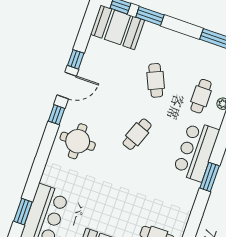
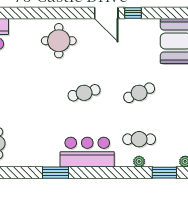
window: (57, 115) -> (76, 13), removed
cafe table: (137, 134) -> (84, 93), turned -36
window: (210, 177) -> (56, 173), moved

